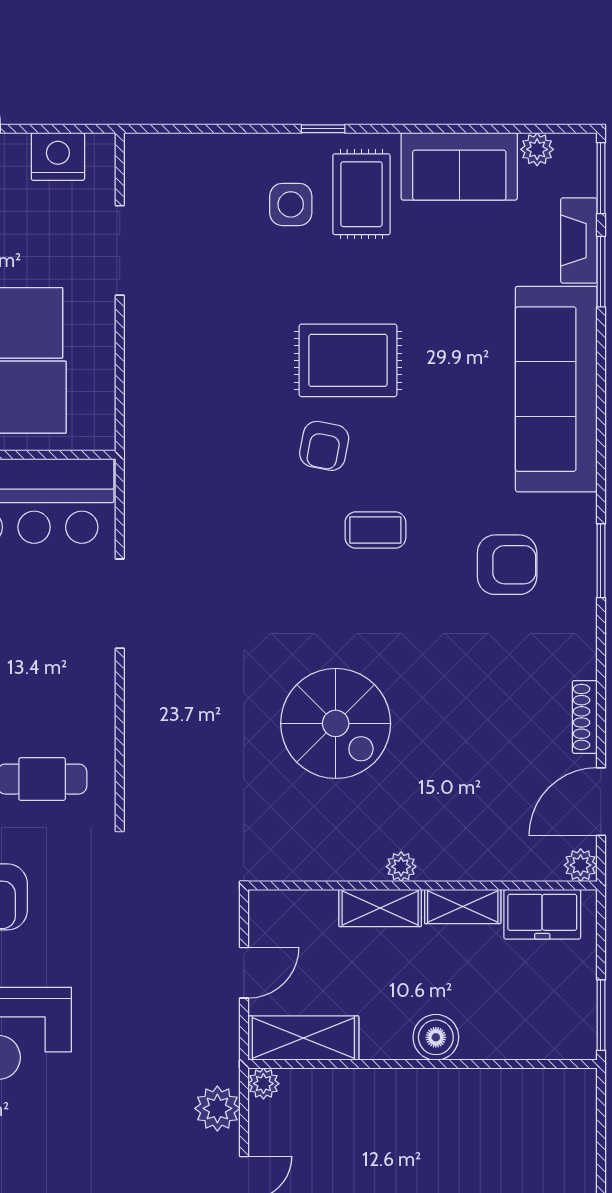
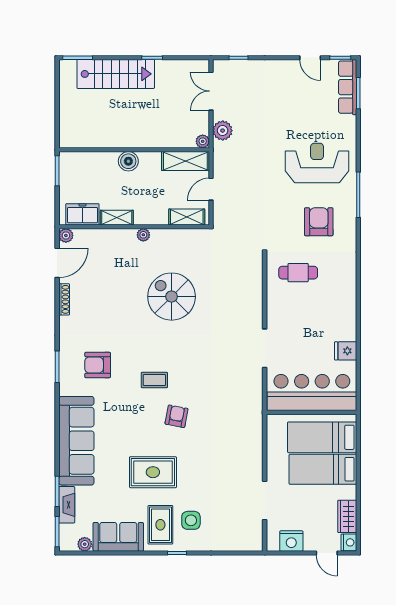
rug: (348, 360) -> (153, 472), moved
shelving: (380, 908) -> (187, 217), moved

